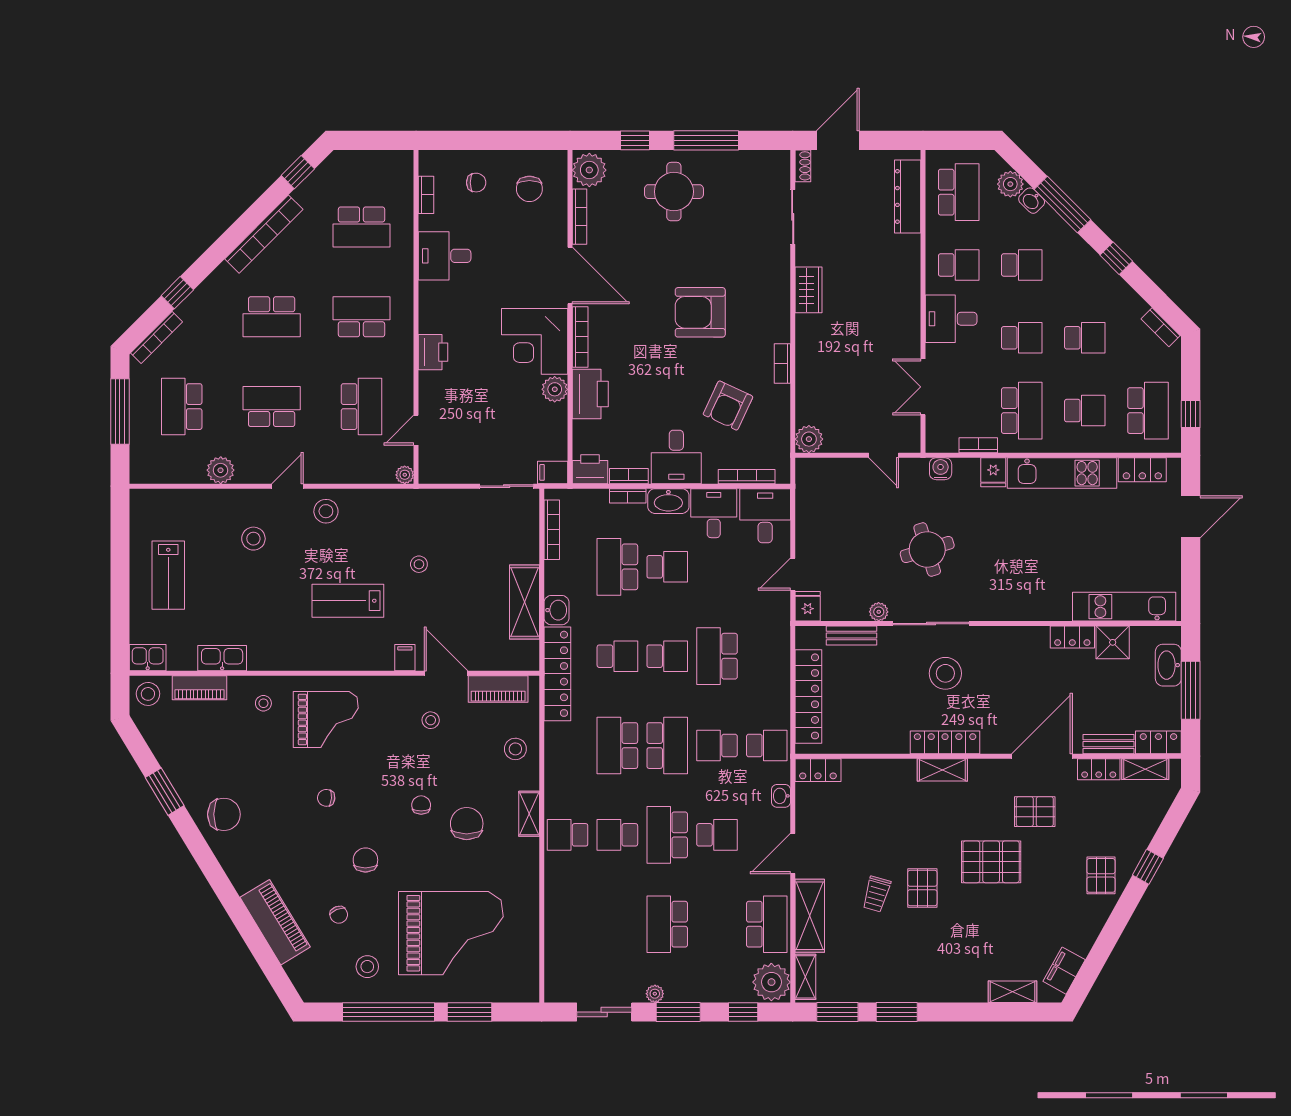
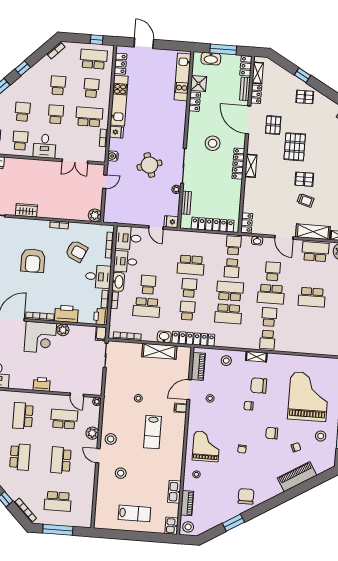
plant: (221, 470) -> (92, 433), moved
stool: (945, 673) -> (213, 143), moved
school desk: (617, 835) -> (269, 317), turned 180

